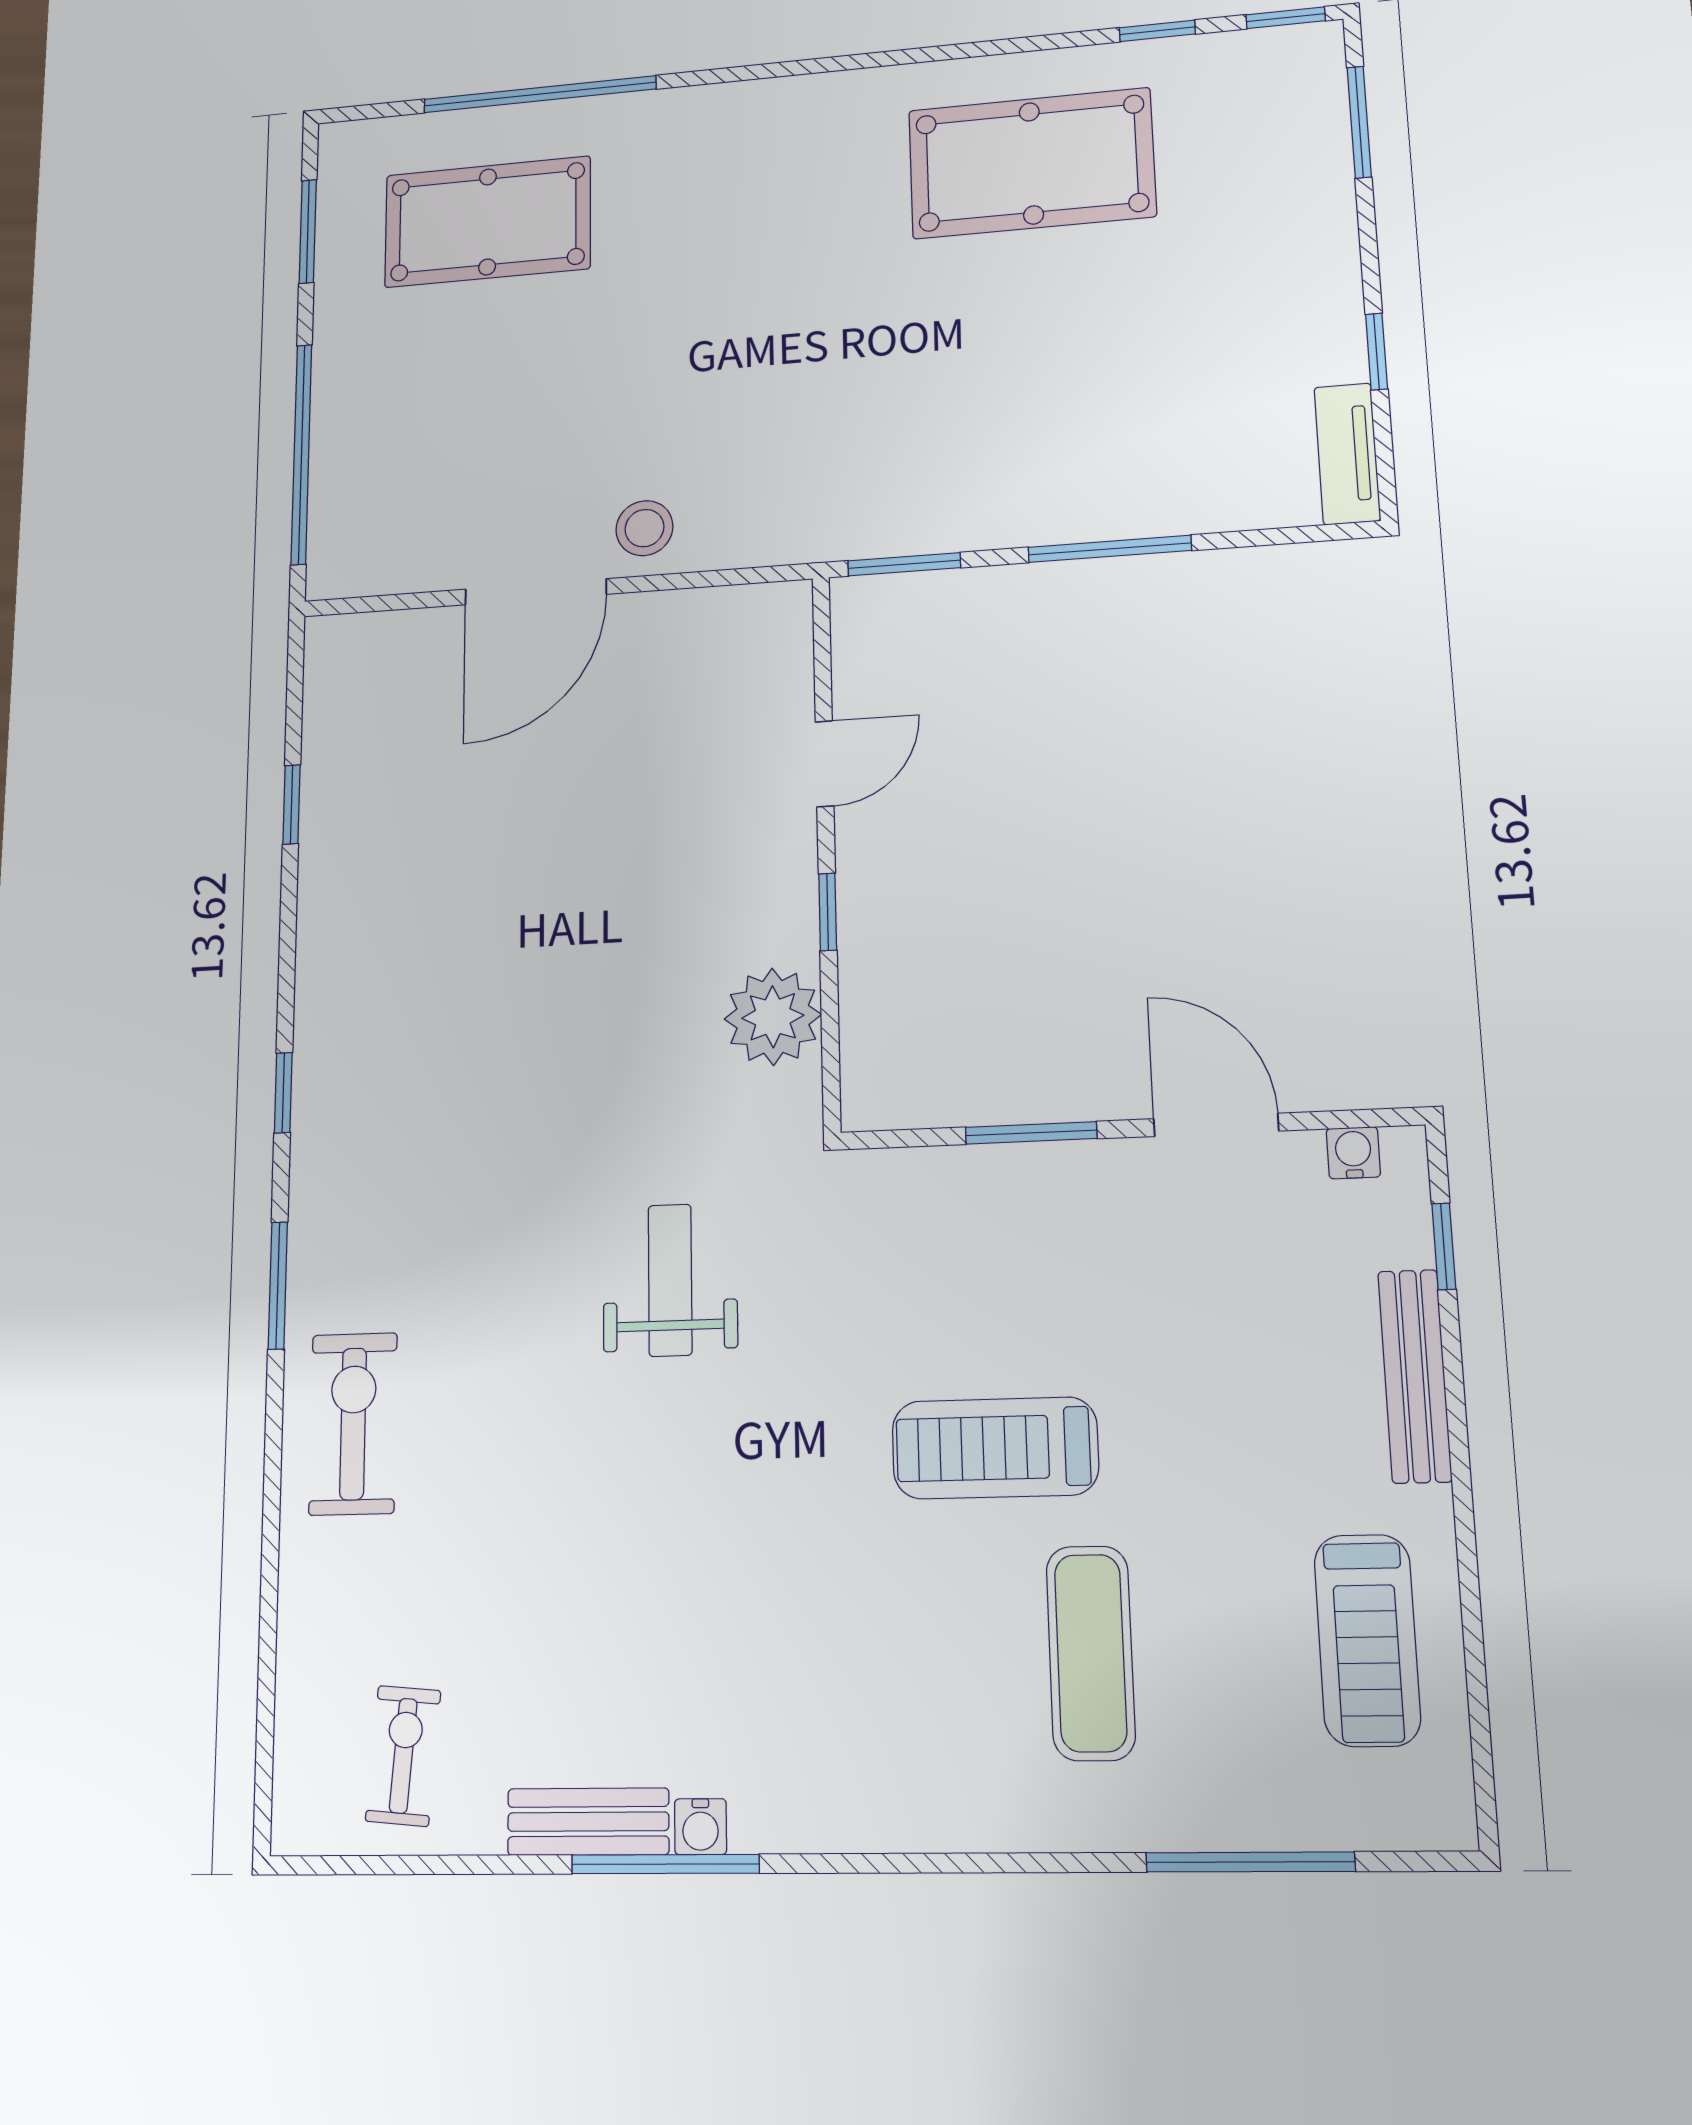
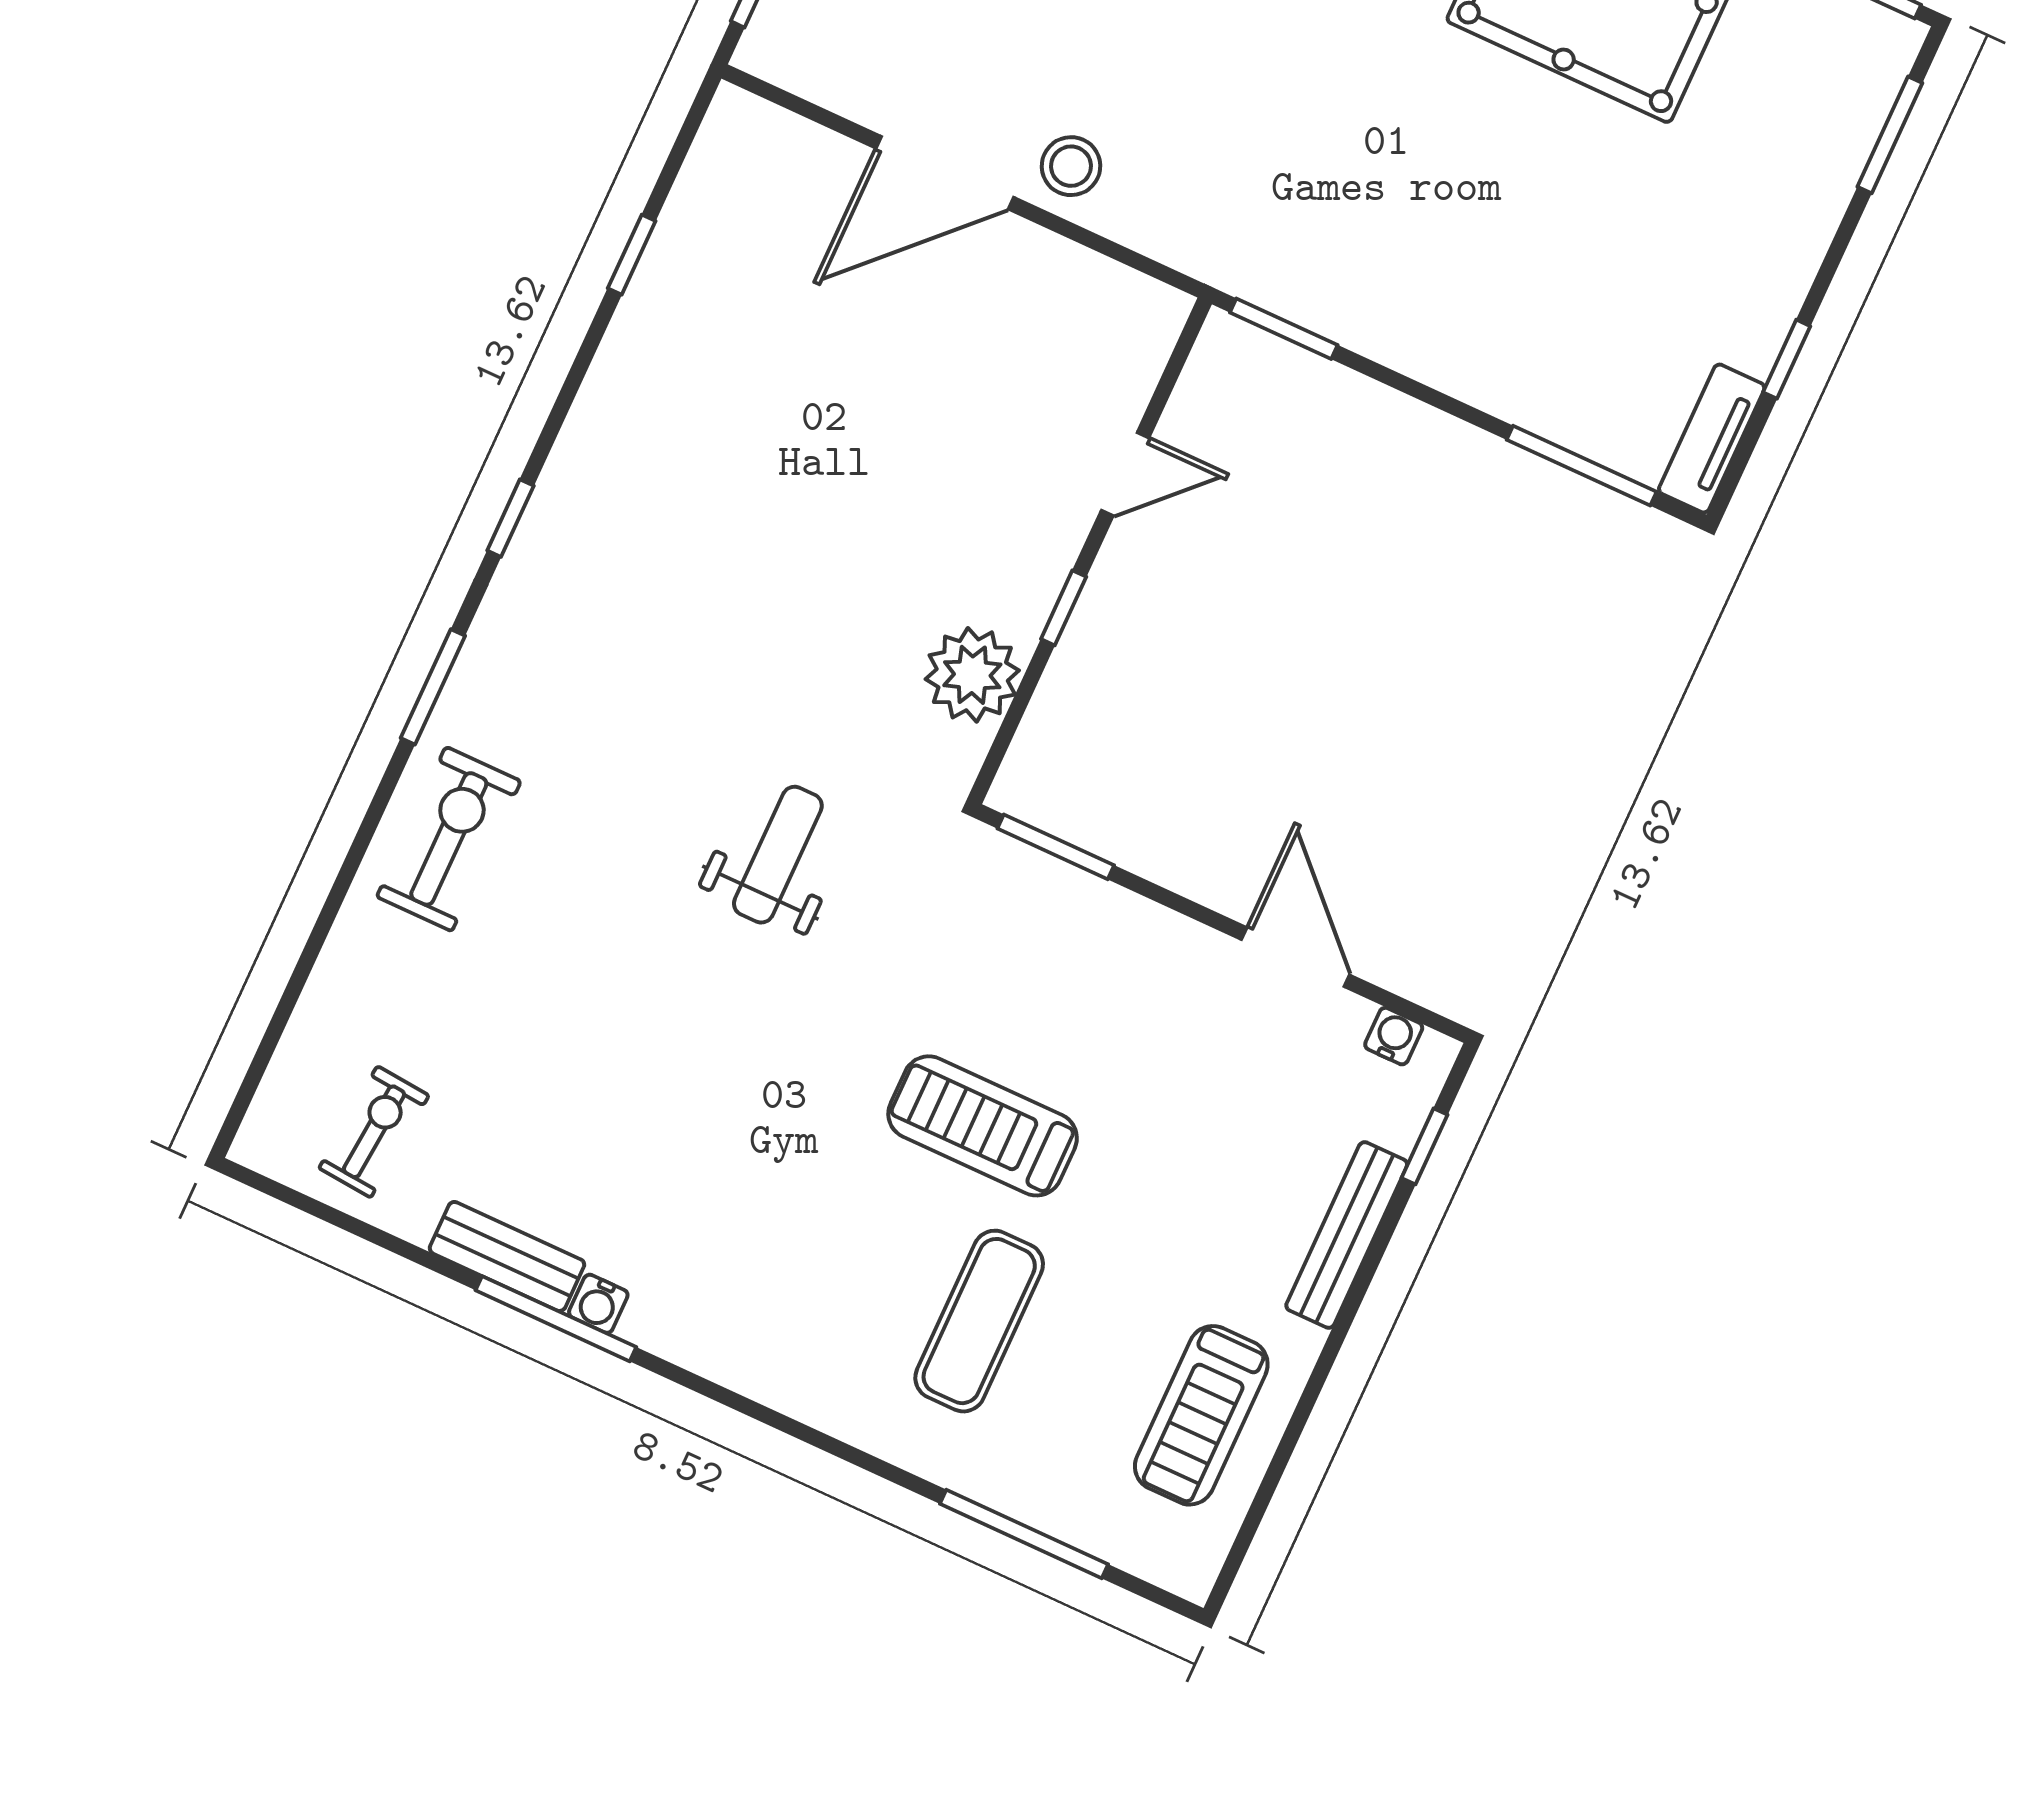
window: (1110, 549) -> (1582, 466), moved
window: (1031, 1133) -> (1056, 847), moved

